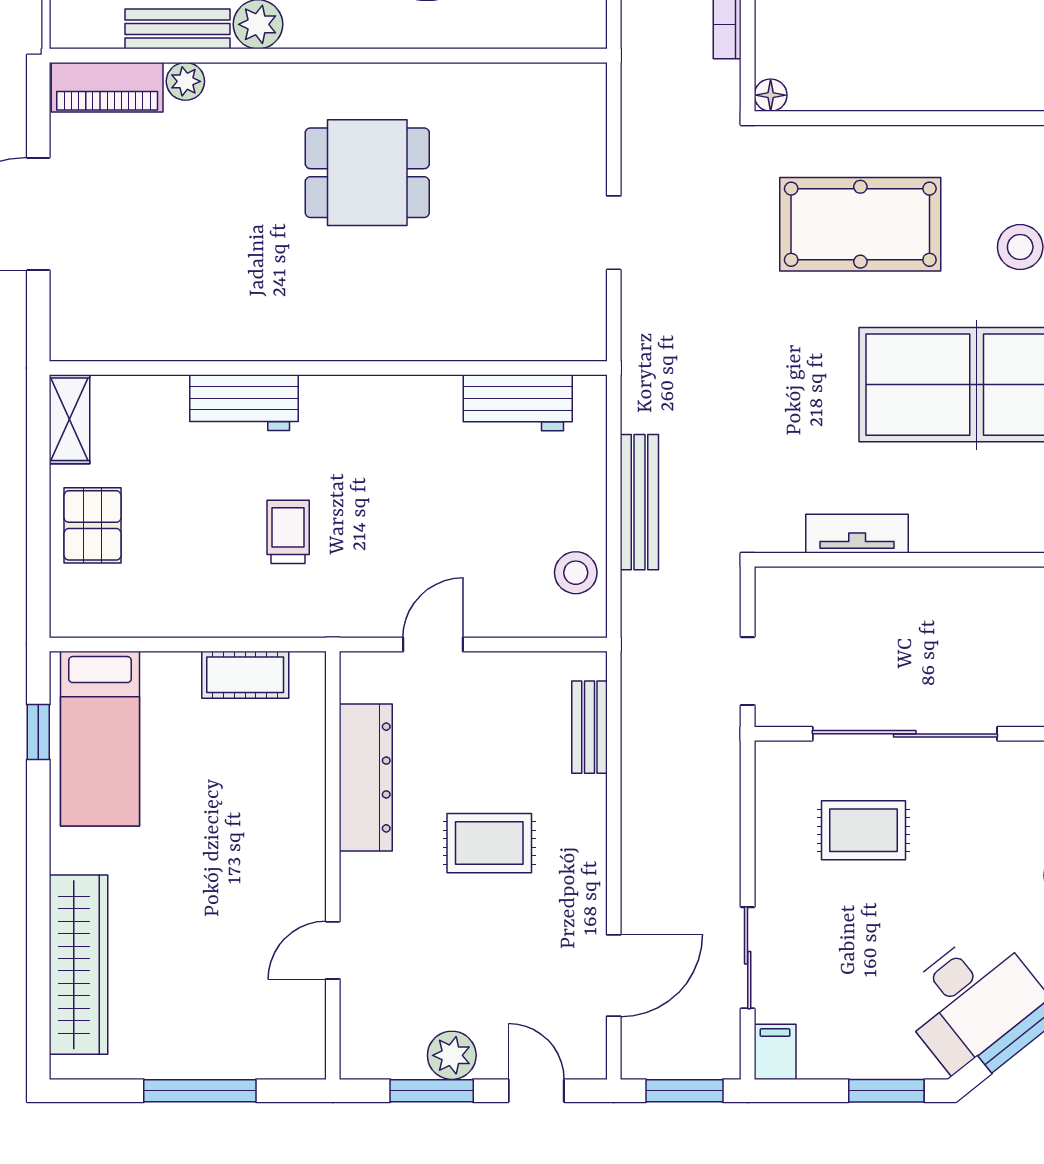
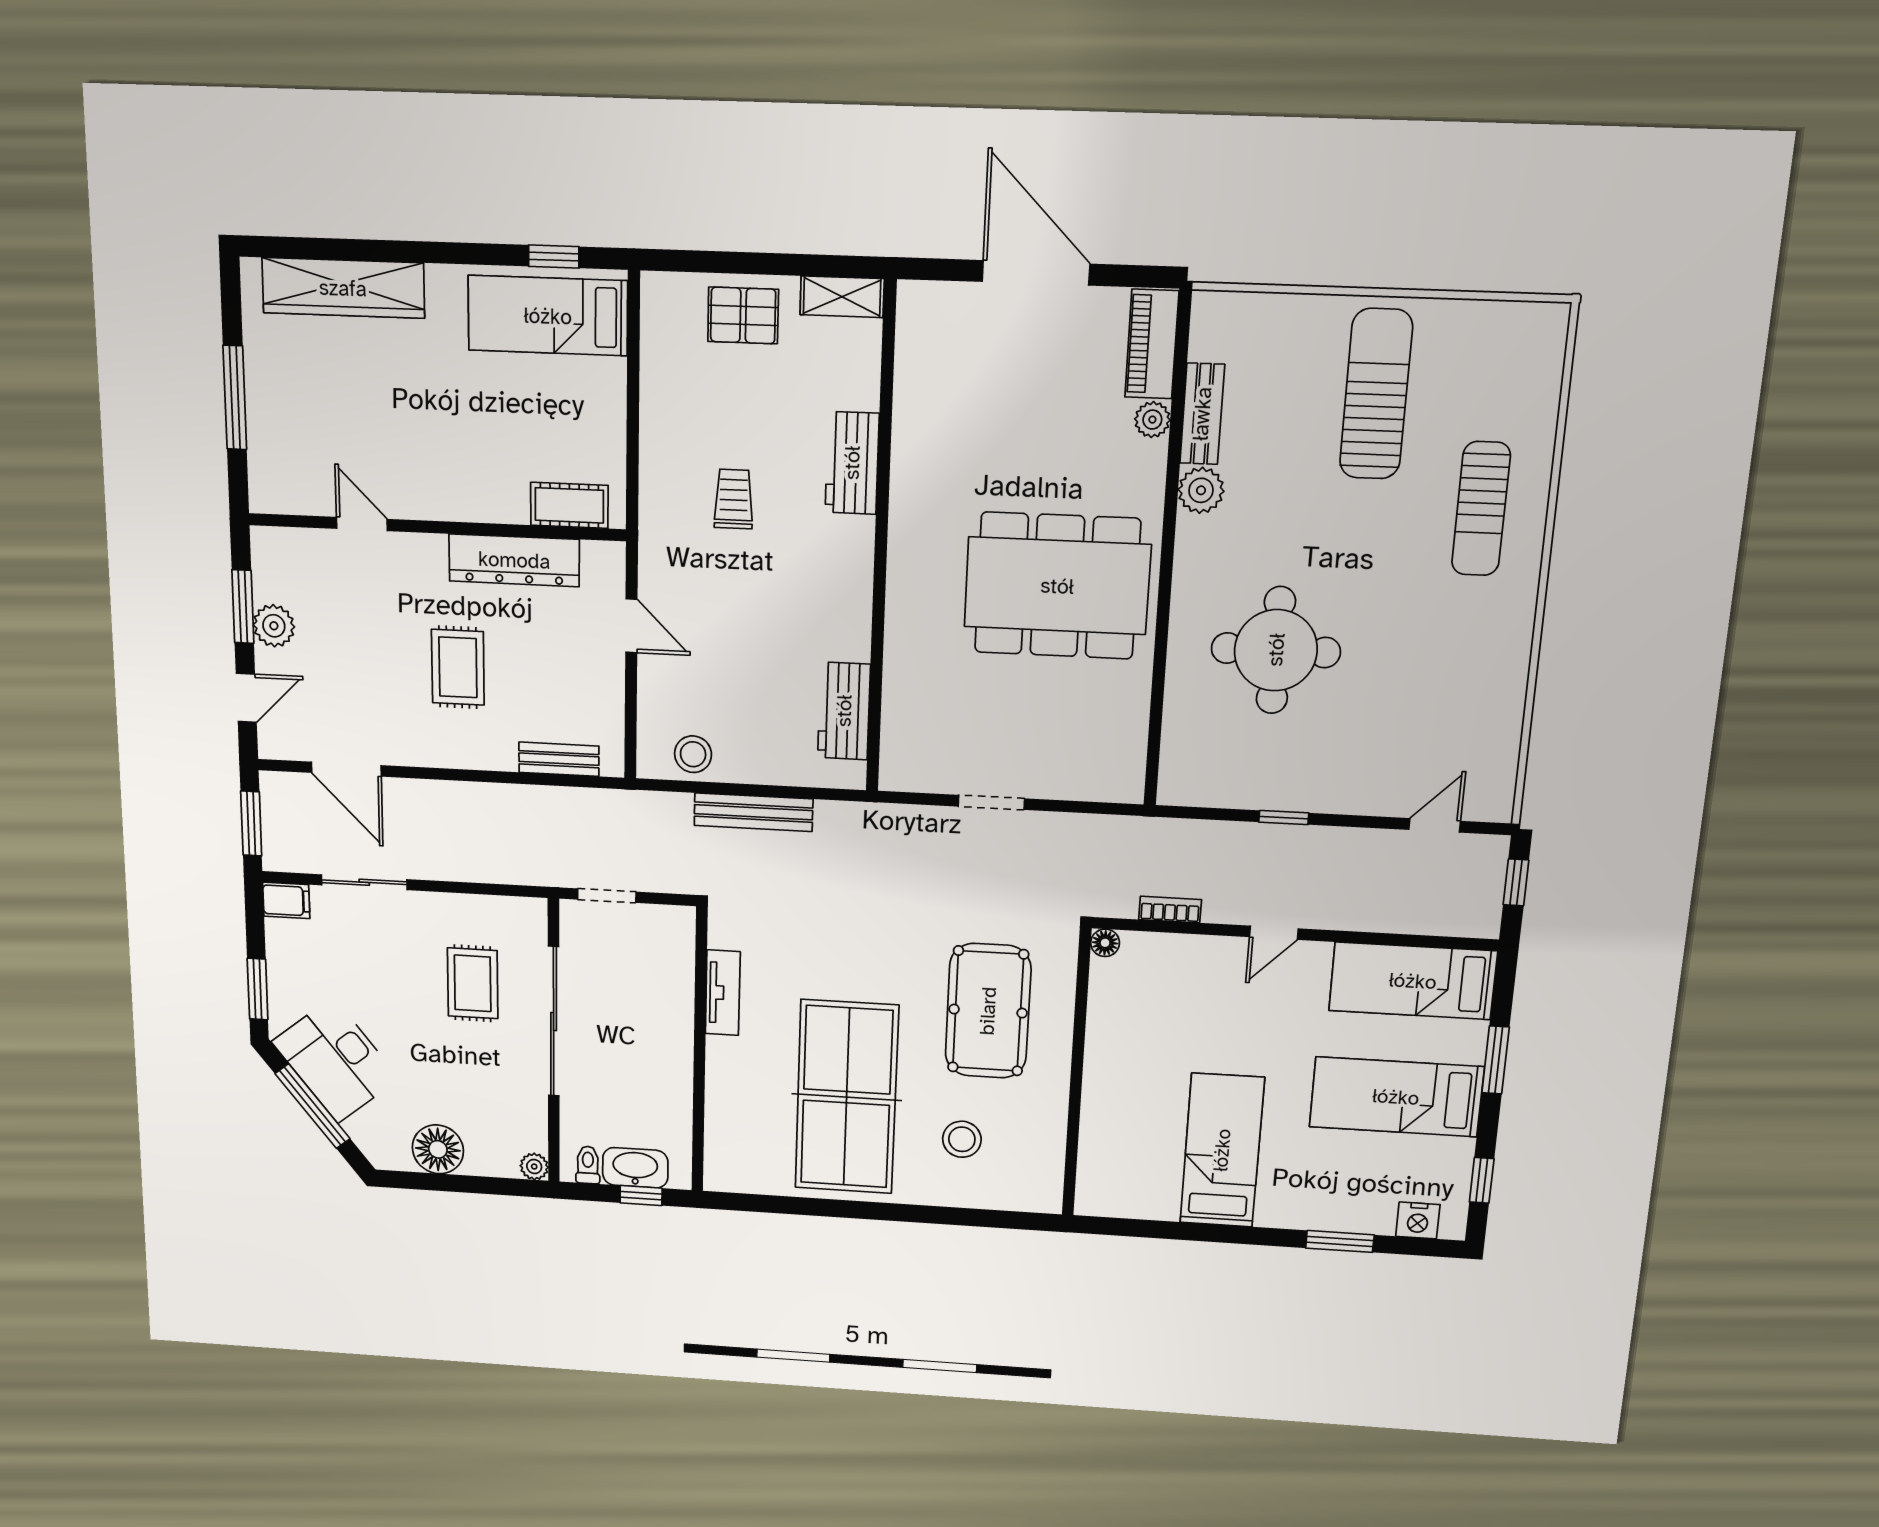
dining table: (367, 173) -> (1057, 586), width x1.88, depth x1.24
trolley: (288, 532) -> (734, 499), turned -90
cot: (245, 675) -> (569, 505), moved, turned 90

